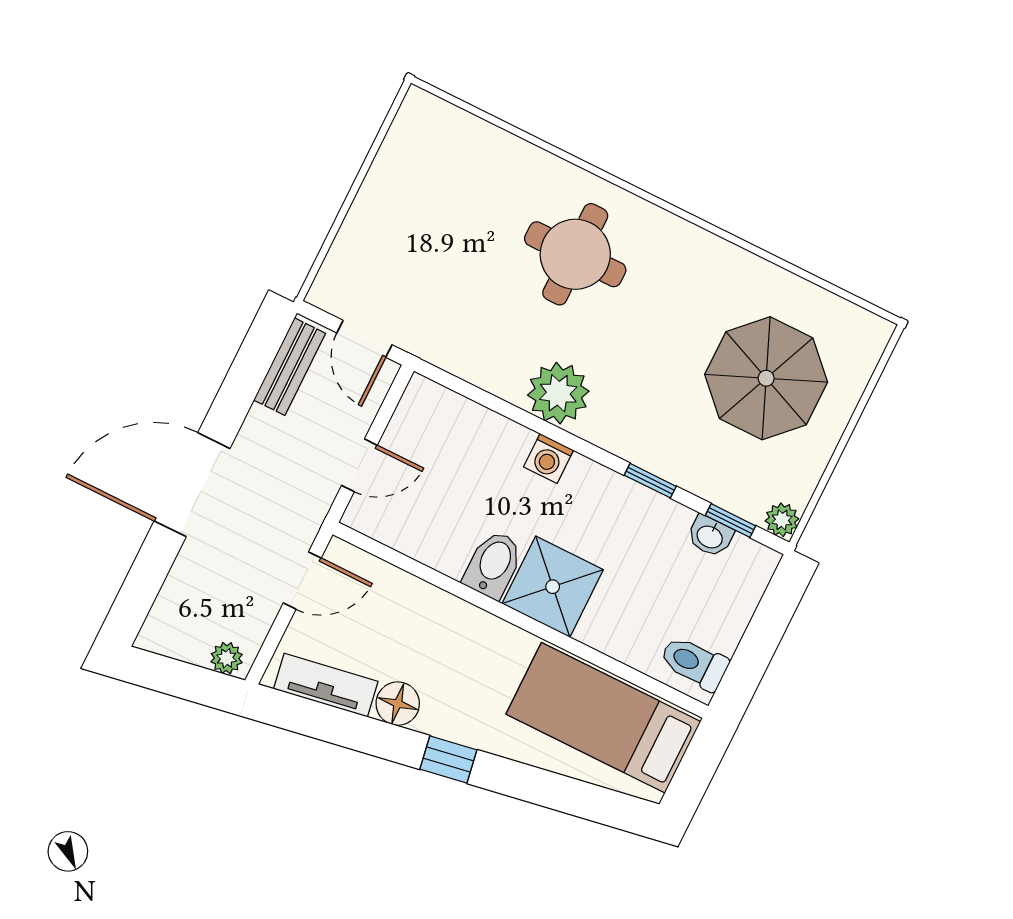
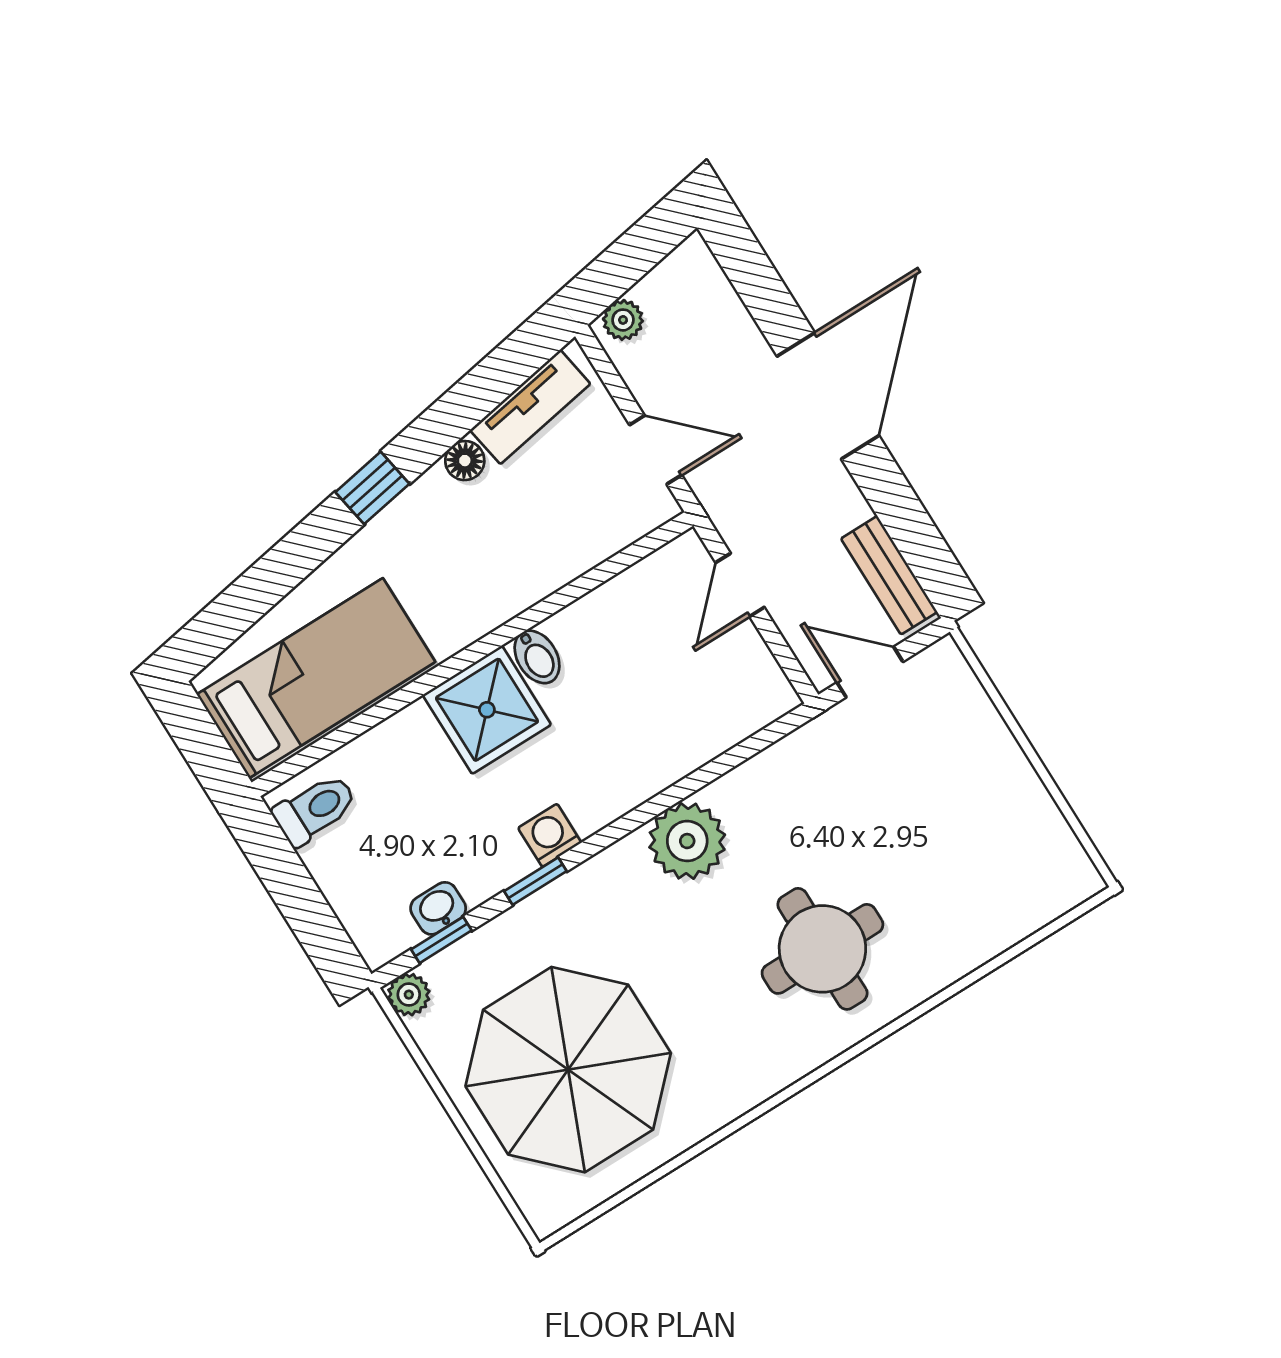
parasol: (766, 378) -> (568, 1070), width x1.36, depth x1.36
washing machine: (549, 458) -> (550, 835), moved
bidet: (493, 564) -> (537, 657), width x0.72, depth x0.74
door: (302, 581) -> (656, 450), swing flipped
floor lamp: (398, 704) -> (465, 461), width x0.73, depth x0.73

